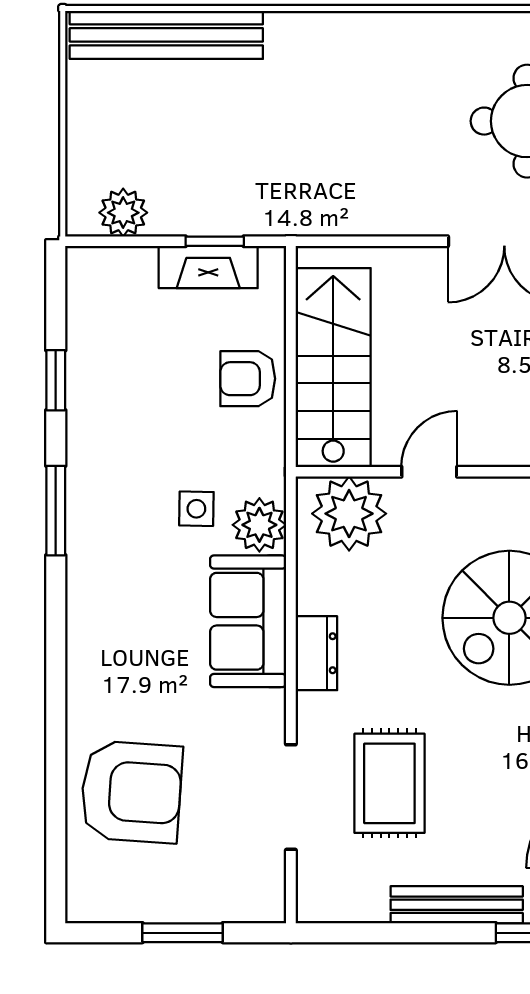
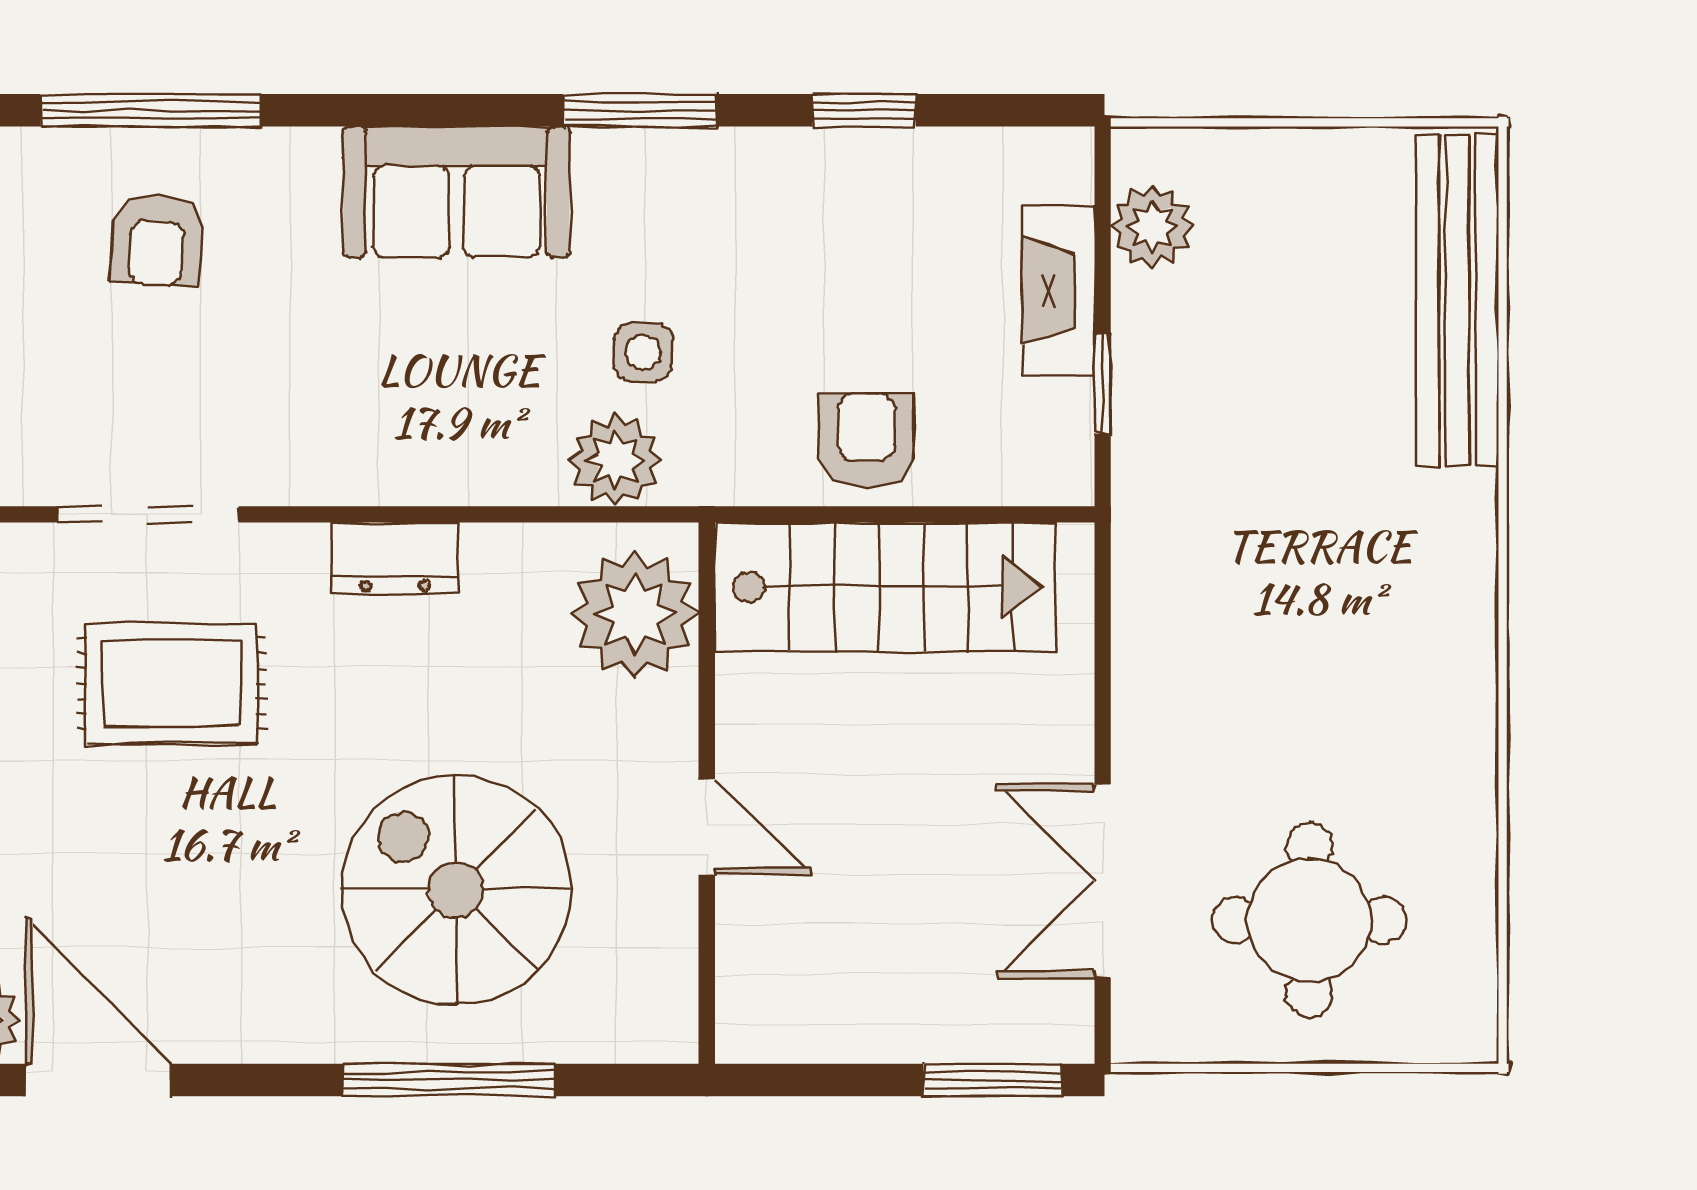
fireplace: (208, 267) -> (1058, 291), moved
door: (429, 472) -> (707, 827), moved
sofa: (248, 621) -> (456, 192), moved, turned 180
armchair: (131, 792) -> (157, 240), width x0.53, depth x0.53
window: (56, 795) -> (151, 110), added

